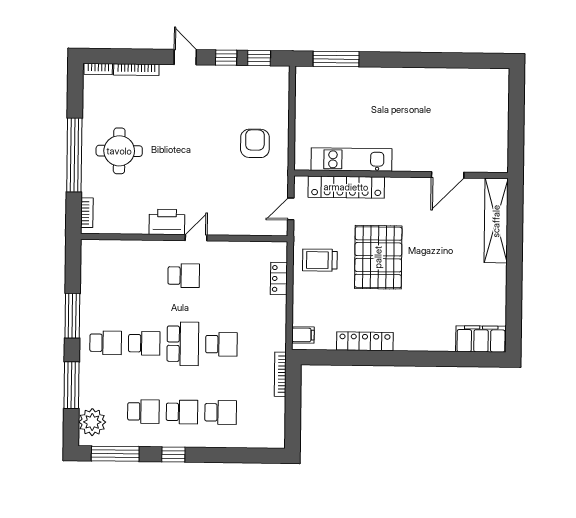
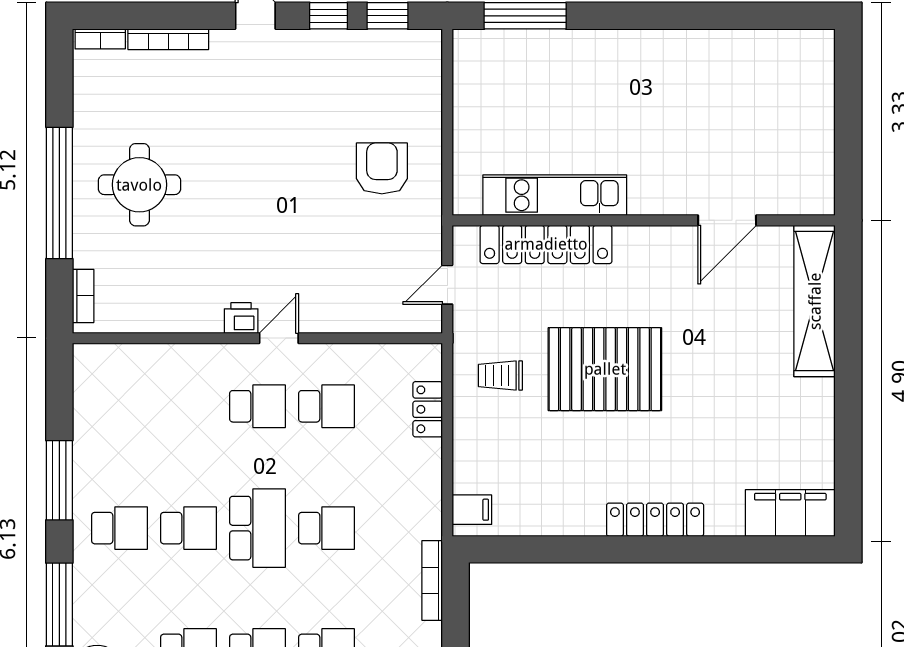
printer: (167, 222) -> (241, 318), width x0.53, depth x0.68
pallet: (378, 257) -> (605, 369), turned 90
trolley: (320, 260) -> (500, 375), width x0.73, depth x0.72
school desk: (222, 276) -> (326, 406), added
locker: (365, 341) -> (655, 520), moved

